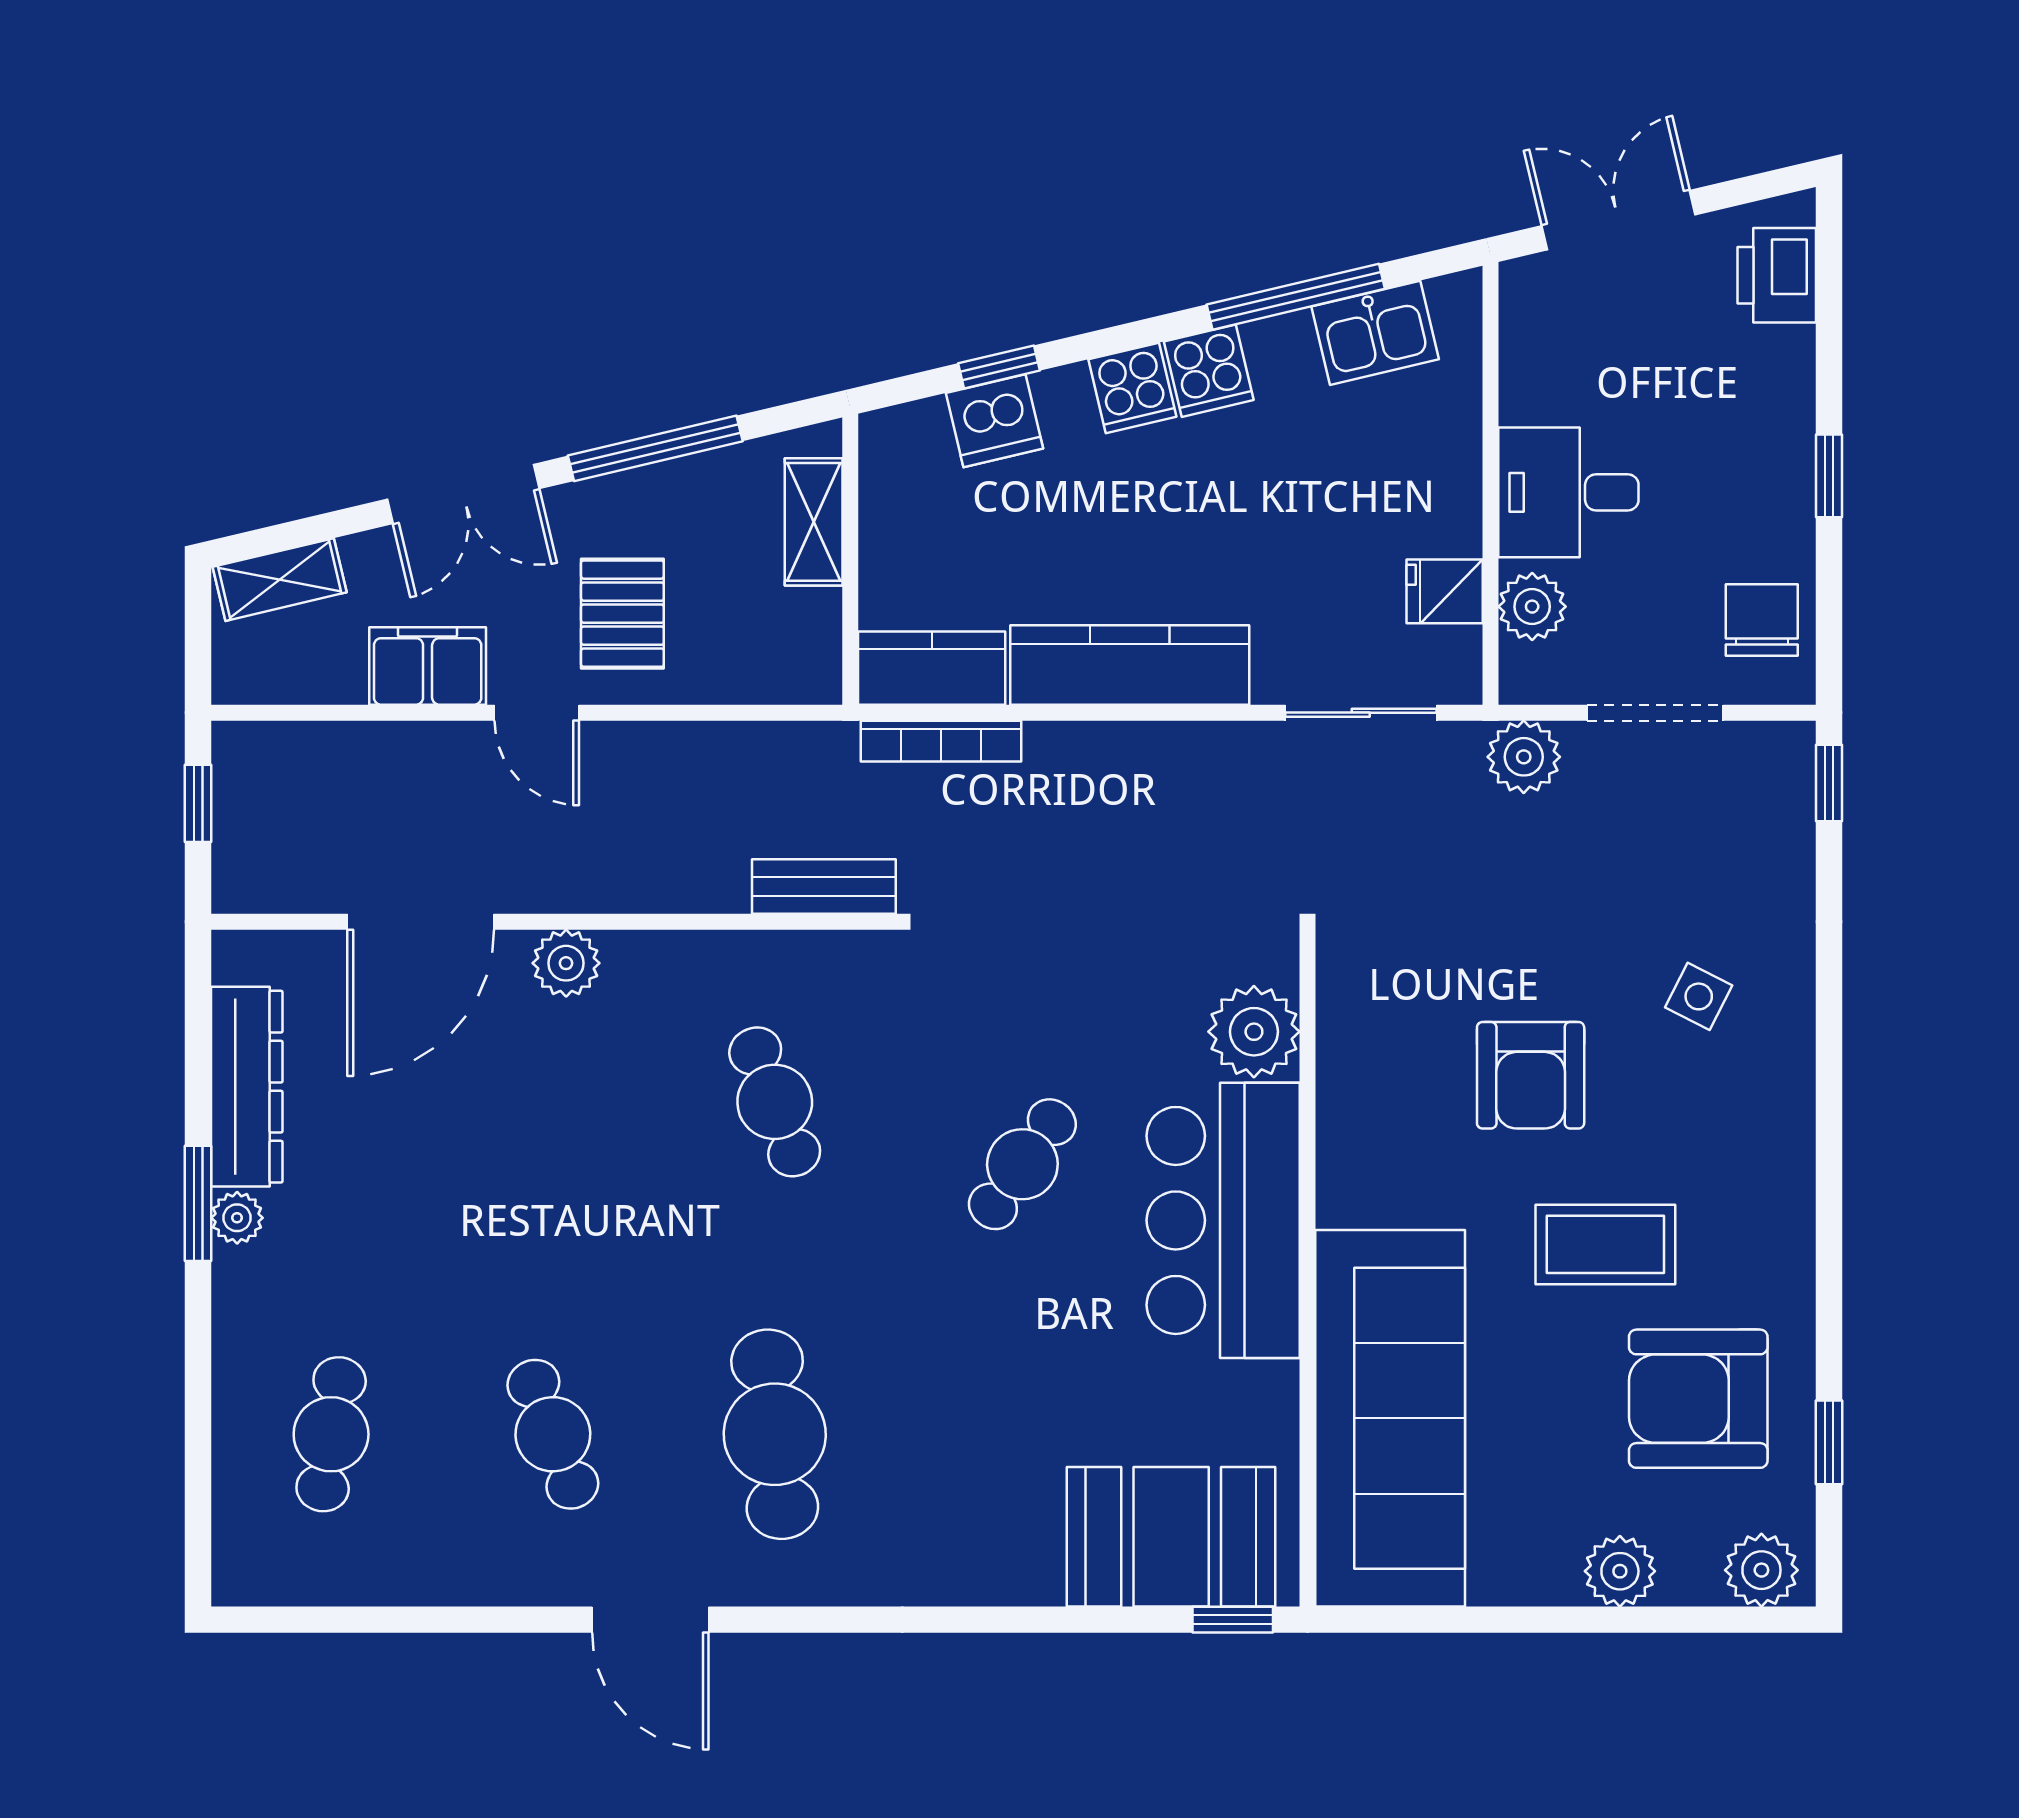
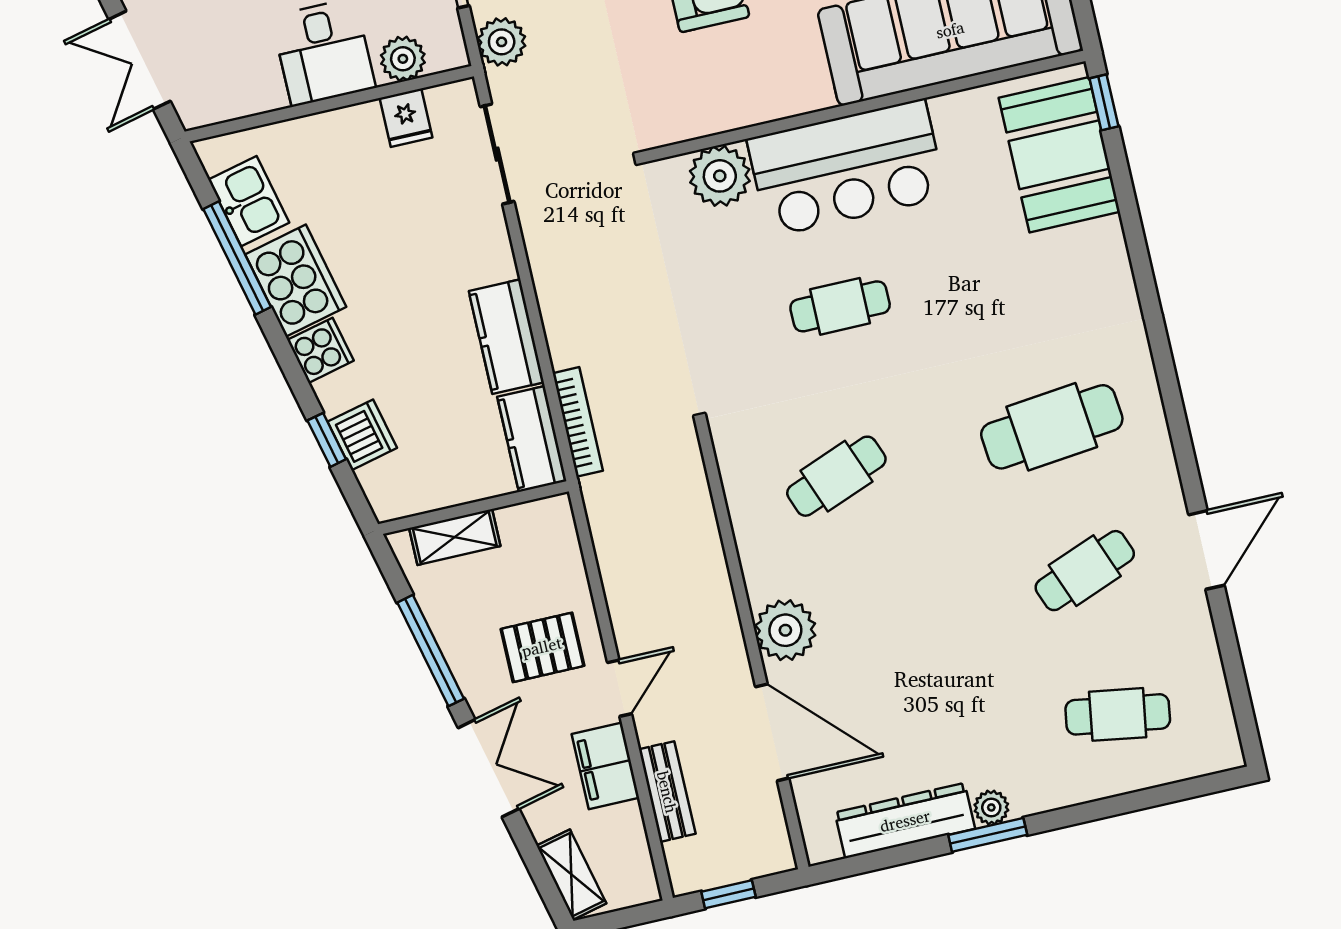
cooker: (1209, 371) -> (296, 281), width x1.87, depth x1.31
kitchen counter: (1130, 665) -> (506, 337), width x0.67
bench: (824, 887) -> (667, 792), moved
plant: (566, 963) -> (785, 630), width x1.36, depth x1.36
cafe table: (1022, 1164) -> (840, 306), turned -35
door: (650, 1620) -> (1206, 550), moved

